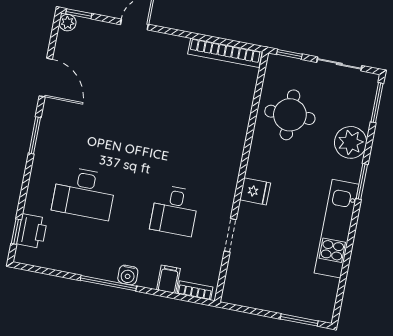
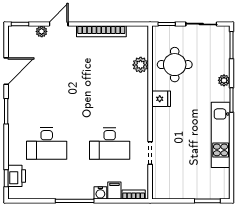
plant: (67, 23) -> (42, 31), moved
bookcase: (225, 53) -> (101, 31), moved
door: (46, 78) -> (6, 71), hinge flipped
plant: (241, 106) -> (141, 65), added
plant: (351, 142) -> (224, 80), width x0.53, depth x0.53
fridge: (255, 191) -> (161, 99), moved
desk: (175, 211) -> (110, 144), width x1.37
water cooler: (128, 275) -> (100, 193), moved

